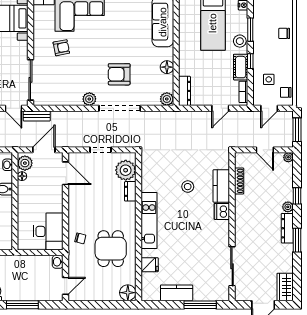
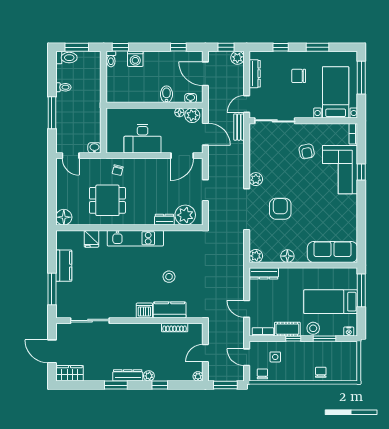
desk: (48, 231) -> (143, 139), moved

